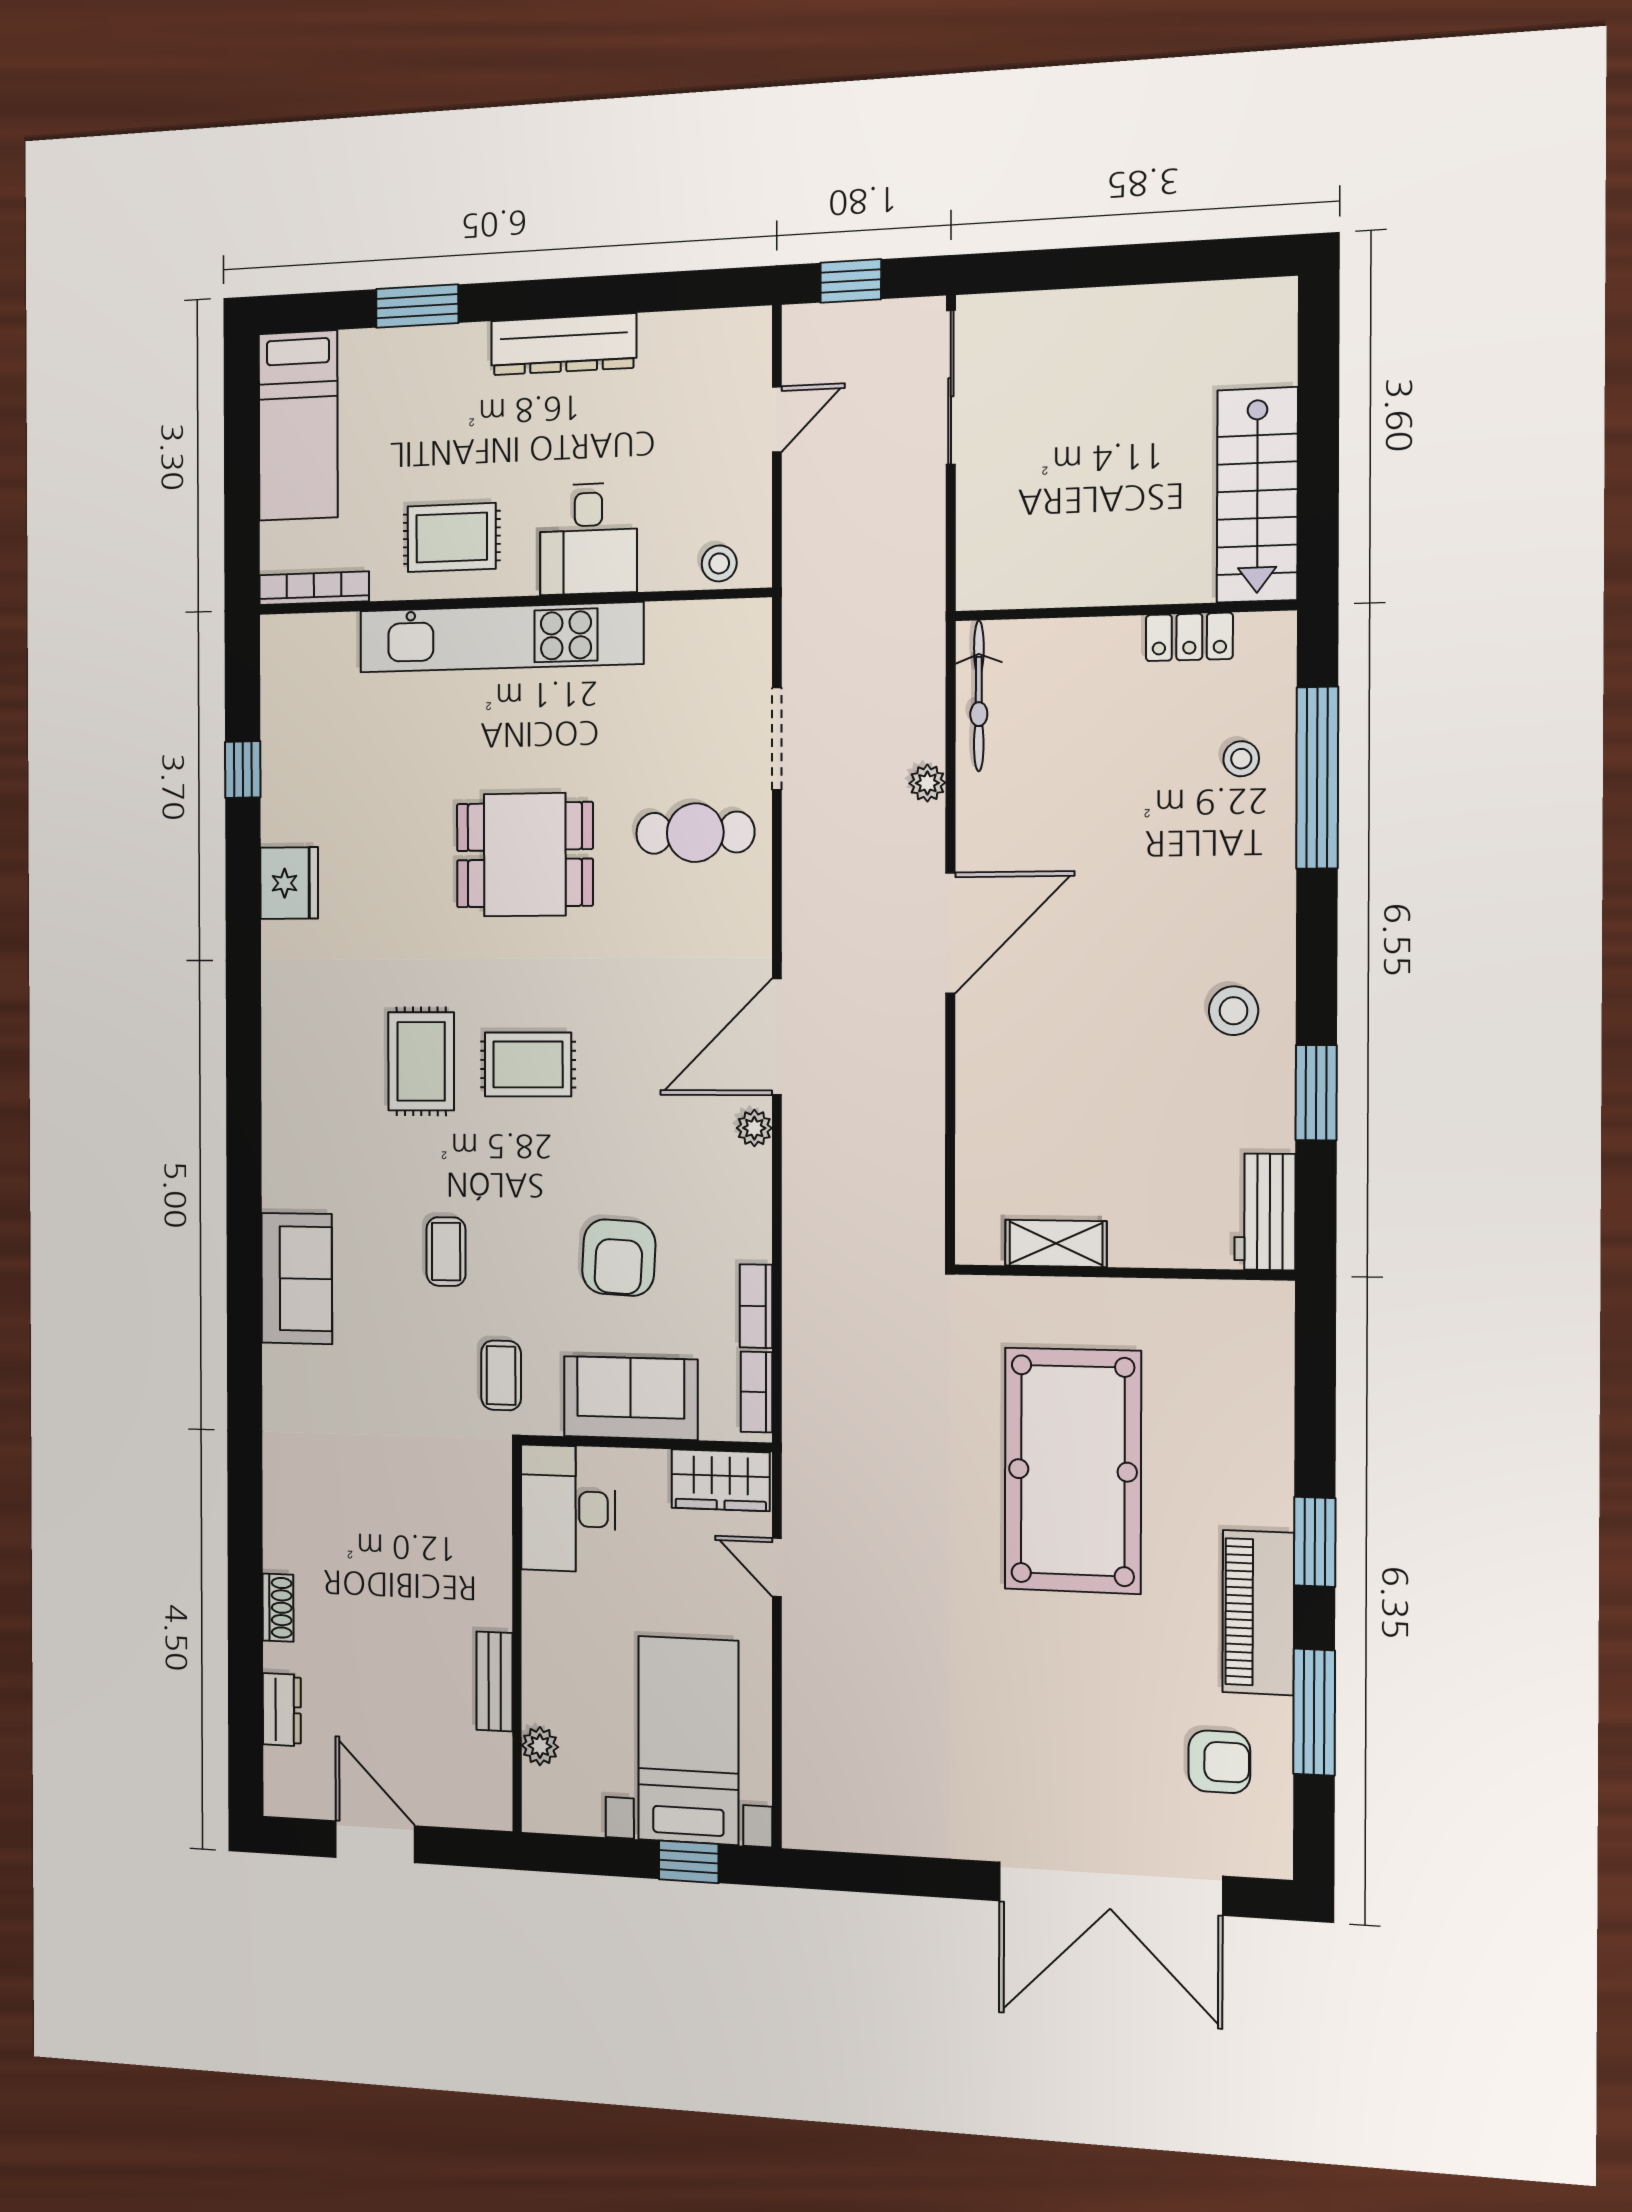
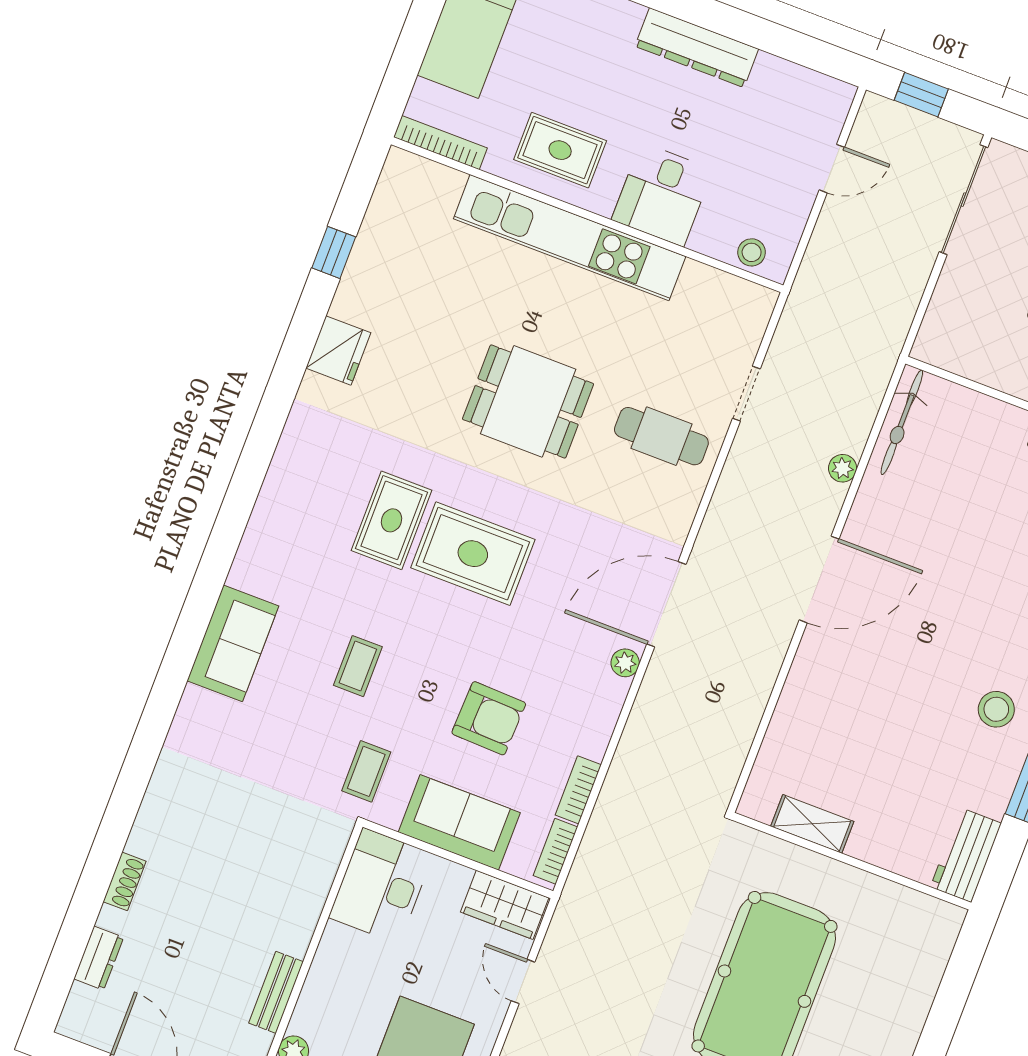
doorway: (777, 739) -> (746, 394), width x0.73
rug: (528, 1064) -> (473, 554), width x1.36, depth x1.43
armchair: (619, 1258) -> (489, 718), turned -91

